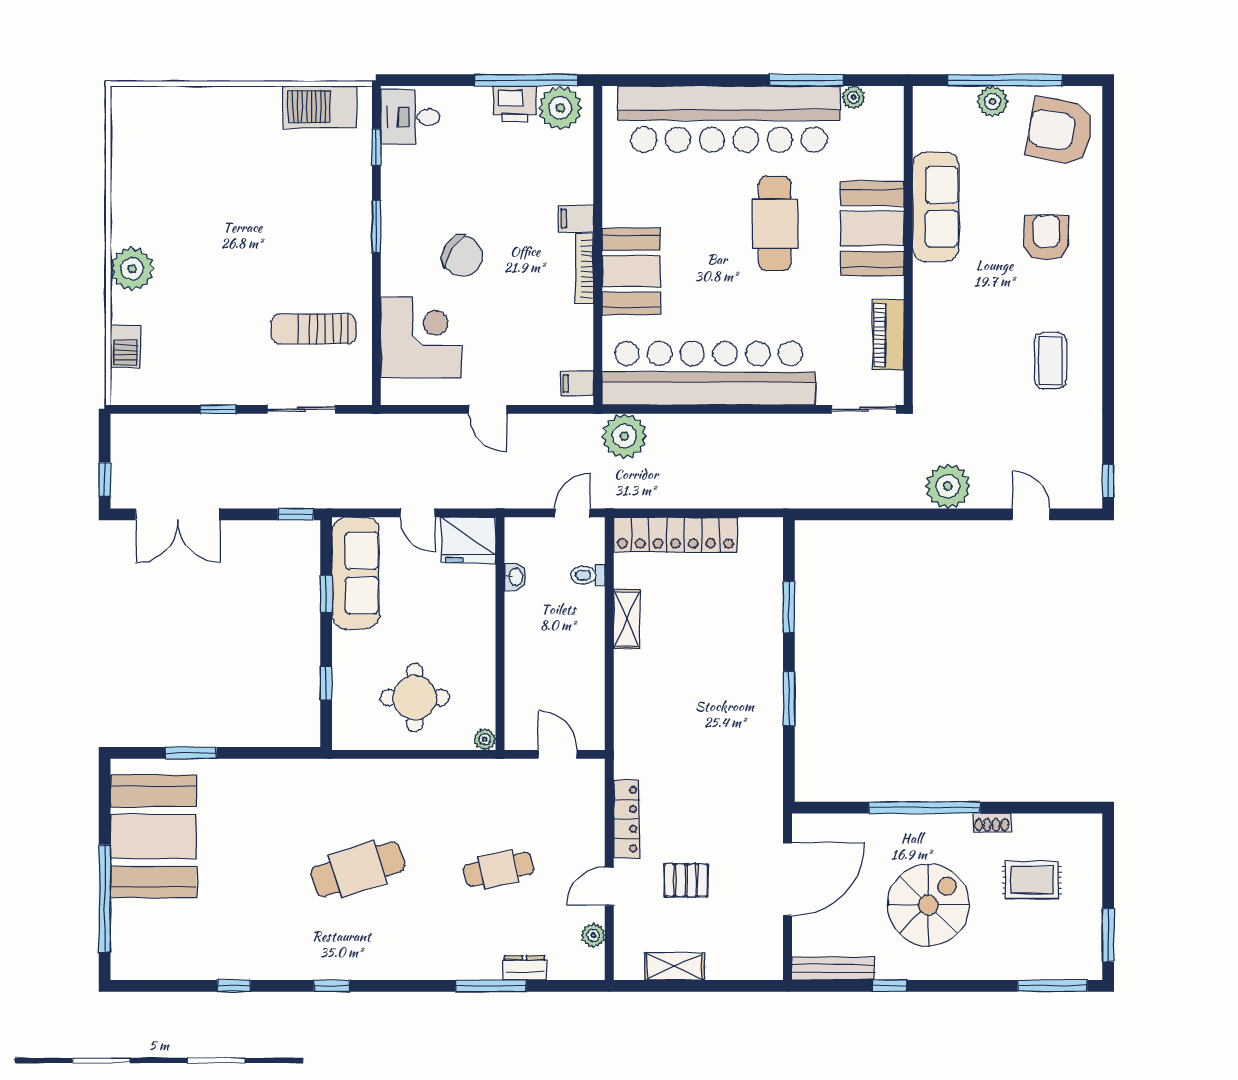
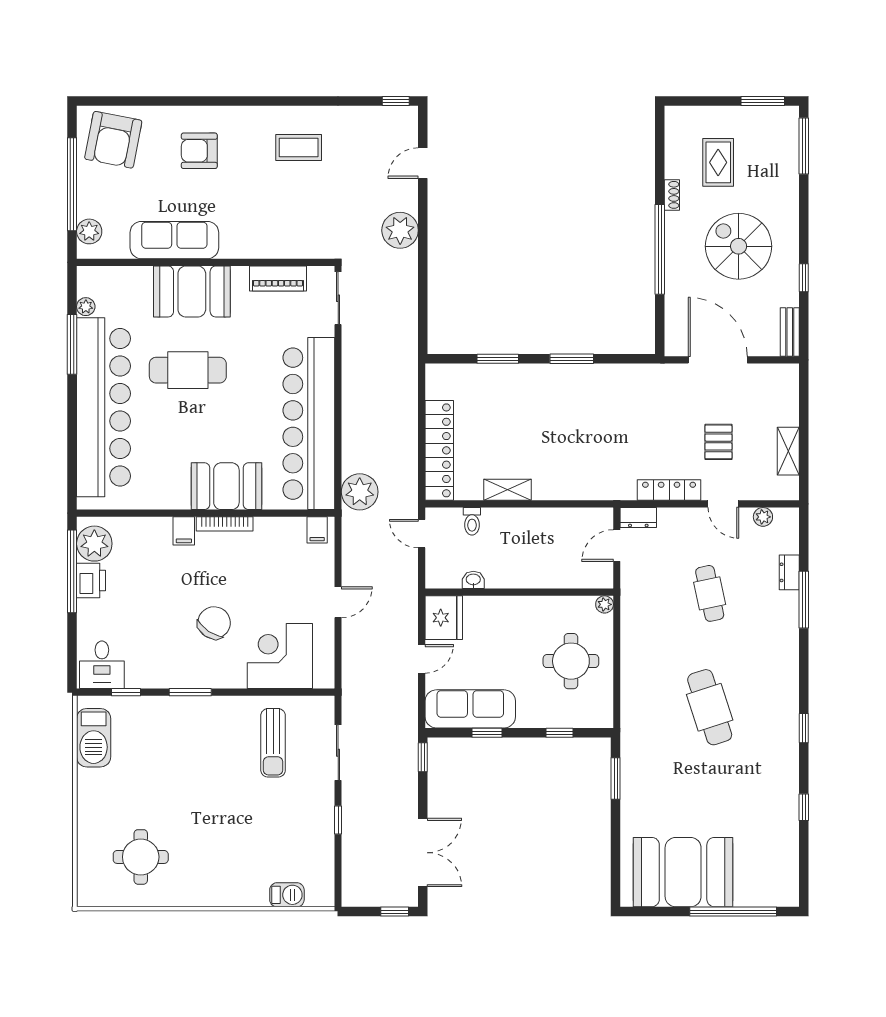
plant: (993, 101) -> (89, 231), moved
round table: (172, 165) -> (141, 857), added
plant: (132, 269) -> (225, 889), removed
window: (191, 753) -> (616, 779), moved
dresser: (592, 781) -> (638, 518), added
bench: (833, 968) -> (790, 332), width x0.73

